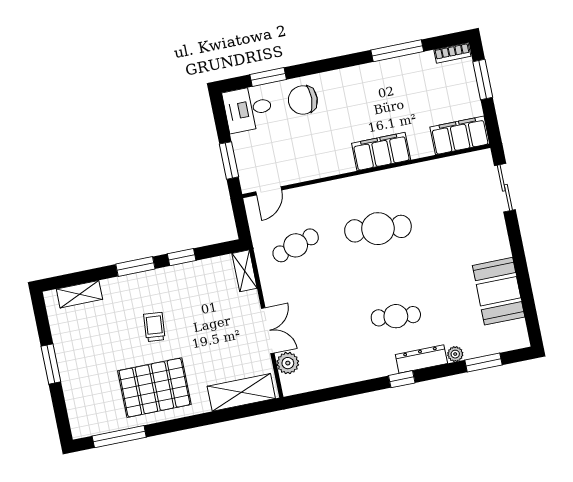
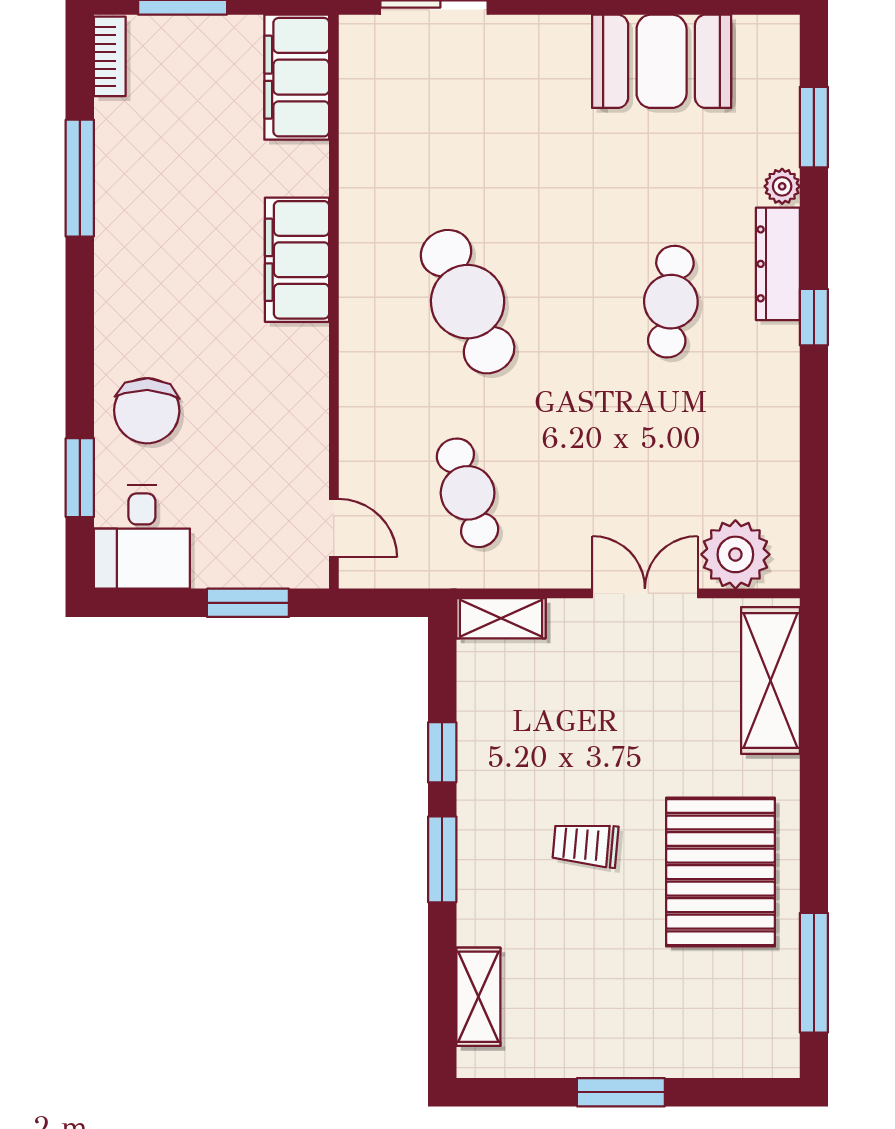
cafe table: (378, 229) -> (468, 302), turned -30
plant: (288, 363) -> (735, 554), width x1.36, depth x1.36

